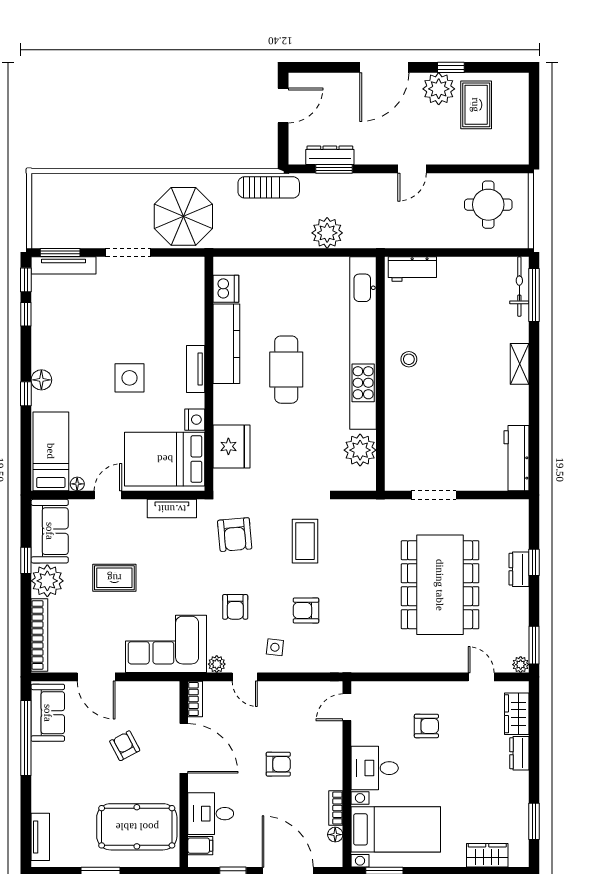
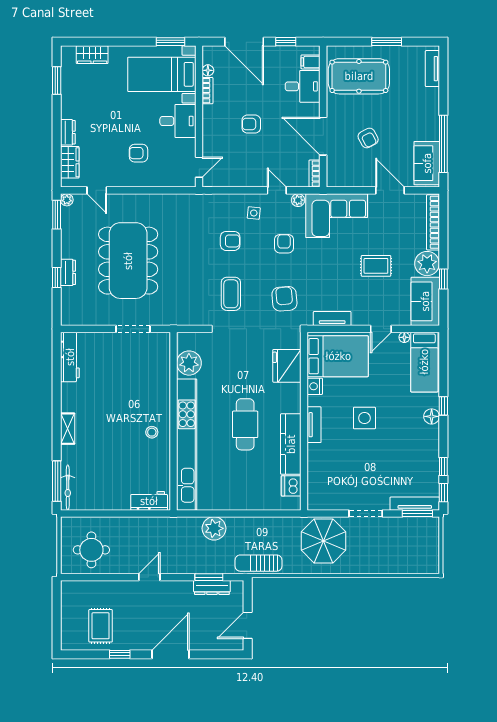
plant: (439, 89) -> (129, 638), removed

